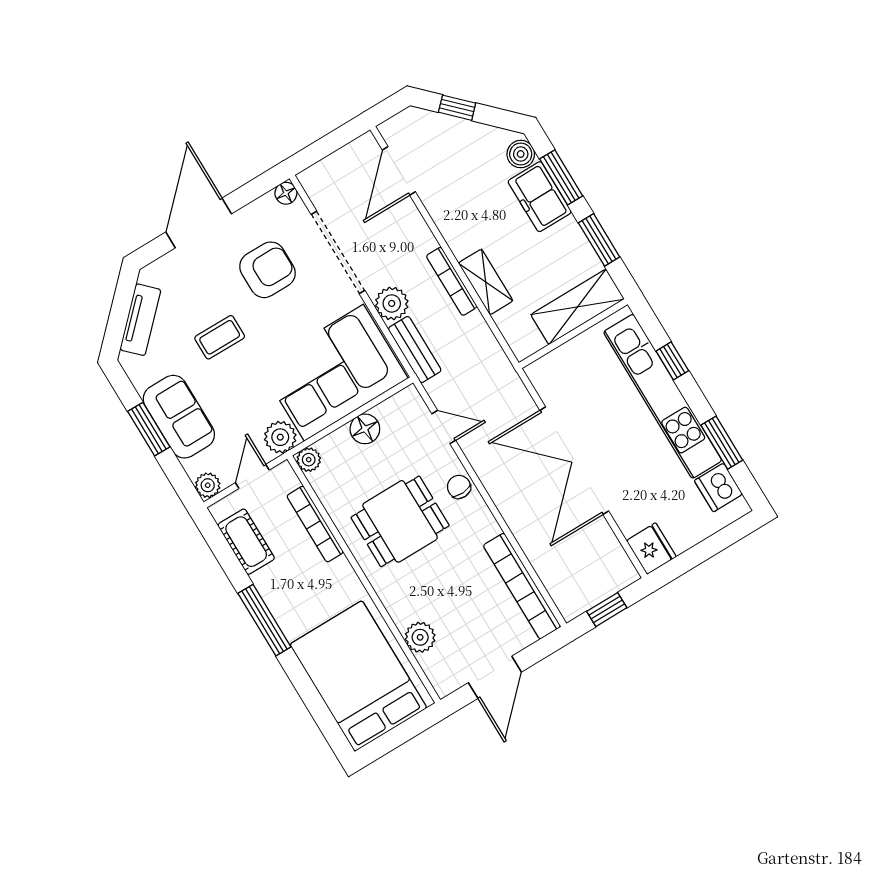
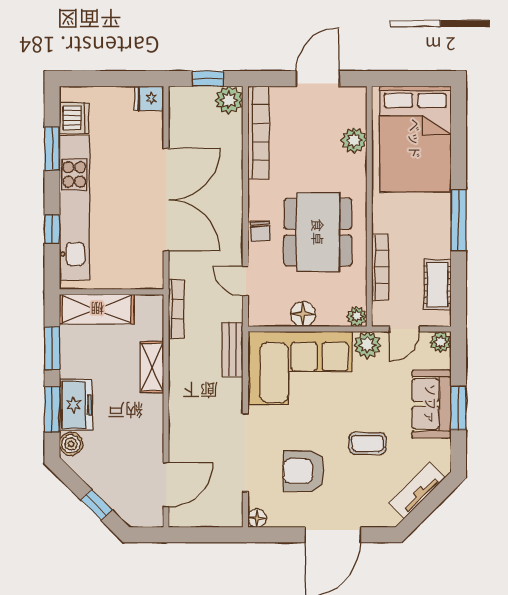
bookcase: (452, 281) -> (176, 309), moved
plant: (392, 303) -> (229, 100), moved
dining table: (400, 521) -> (318, 232), width x1.38
fridge: (651, 549) -> (149, 98), width x0.72

